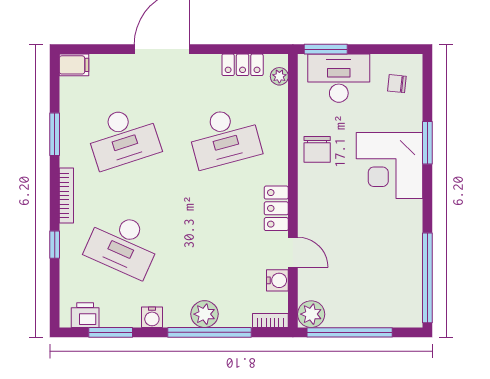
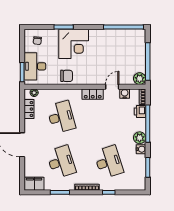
filing cabinet: (74, 65) -> (34, 184), width x2.00
desk: (123, 244) -> (109, 162), turned -42
plant: (204, 314) -> (140, 138), moved
printer: (85, 315) -> (140, 111), moved

